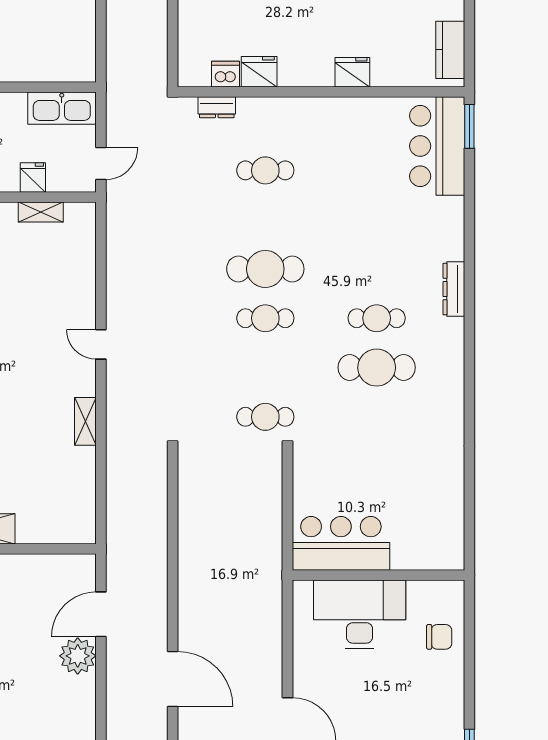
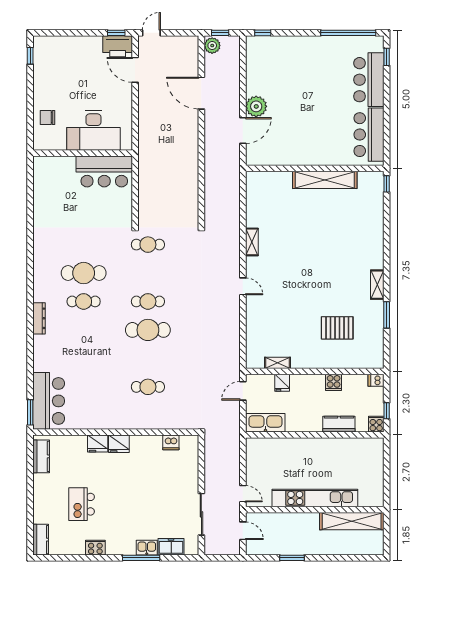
fridge: (259, 72) -> (119, 444), moved
dresser: (217, 107) -> (176, 423), removed

